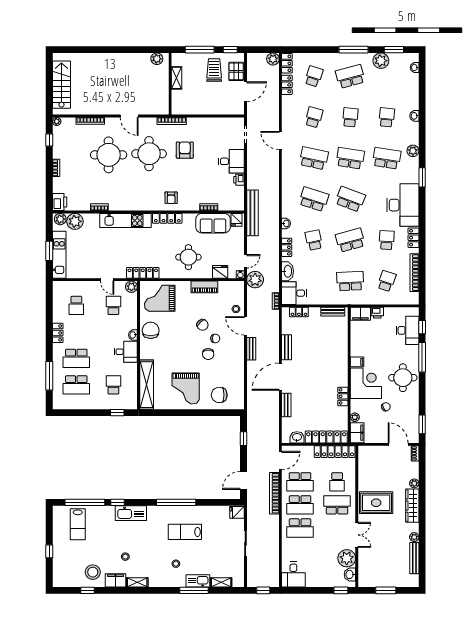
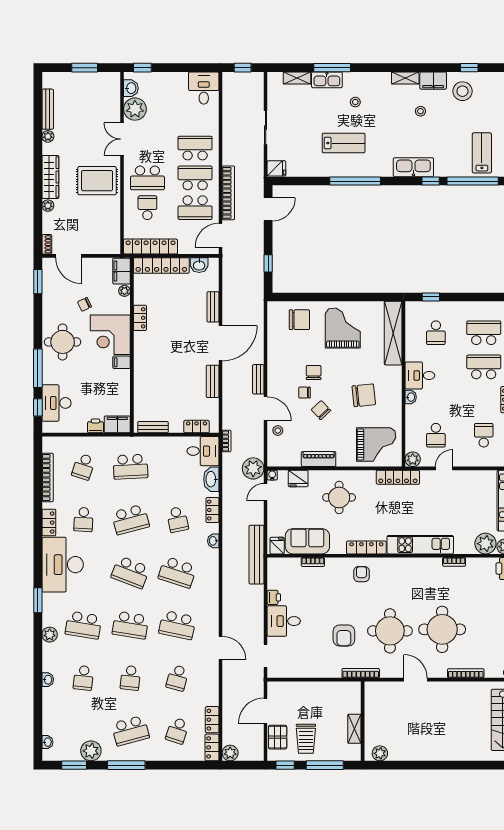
door: (107, 280) -> (444, 468), hinge flipped
chair: (151, 330) -> (364, 395), moved, turned -96
school desk: (300, 482) -> (195, 208), turned 180

